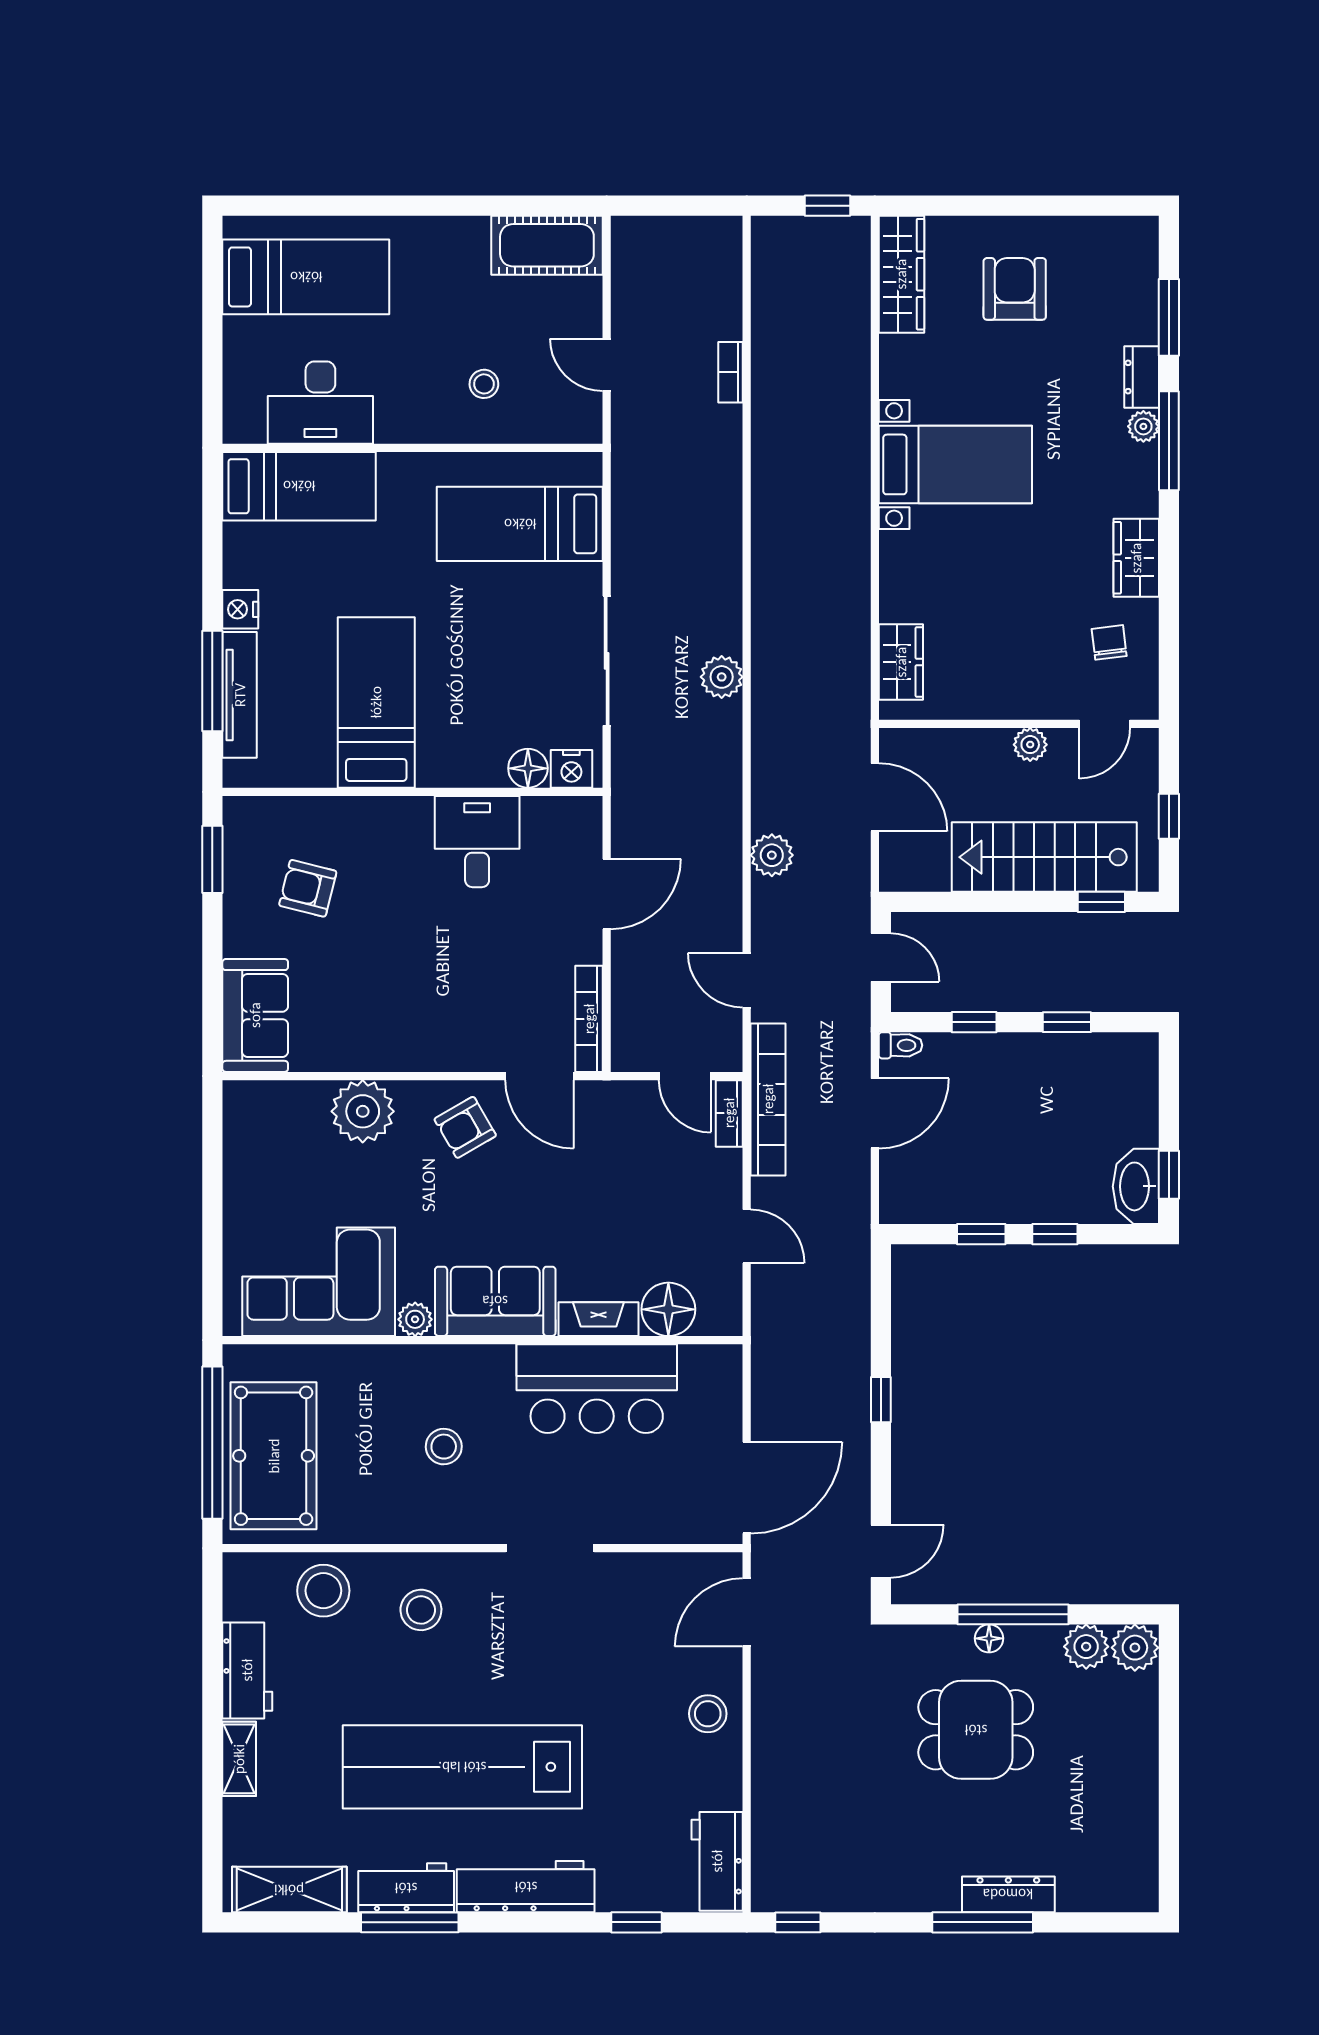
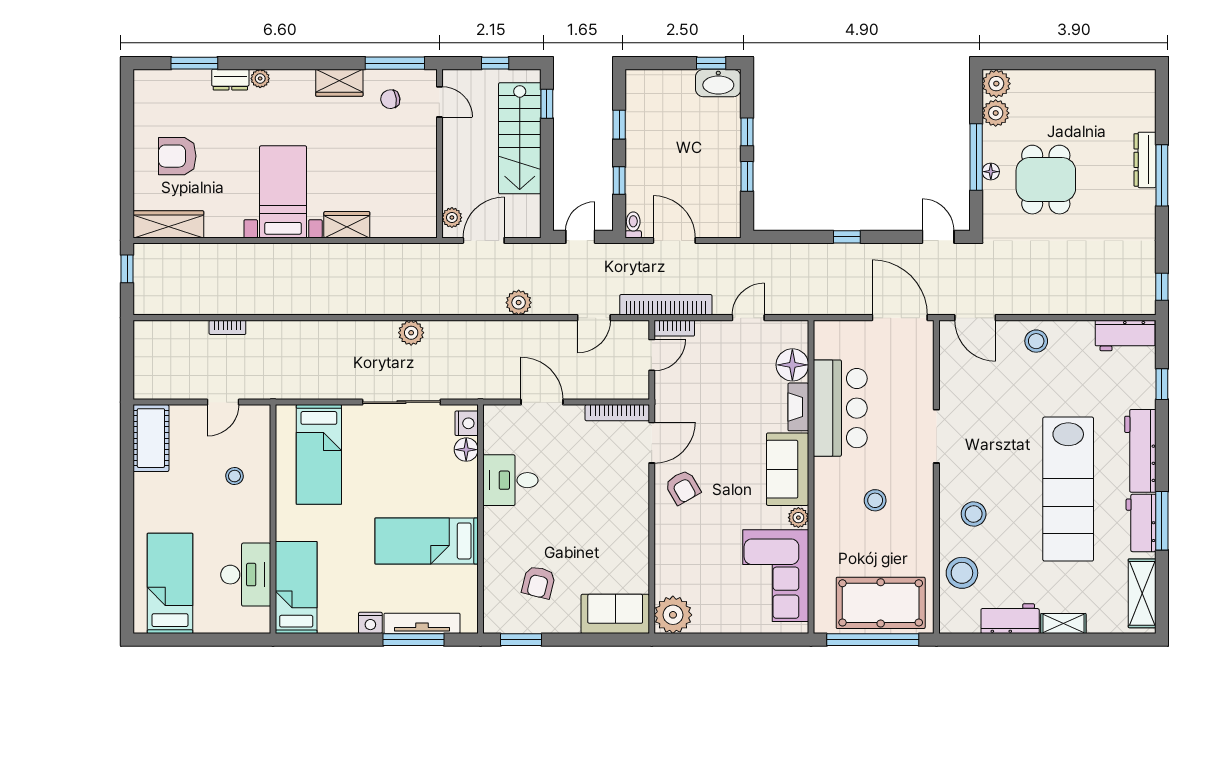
window: (1169, 441) -> (395, 63), moved
wardrobe: (901, 662) -> (347, 225), moved
plant: (1030, 745) -> (452, 218), moved
plant: (363, 1111) -> (673, 615), moved

